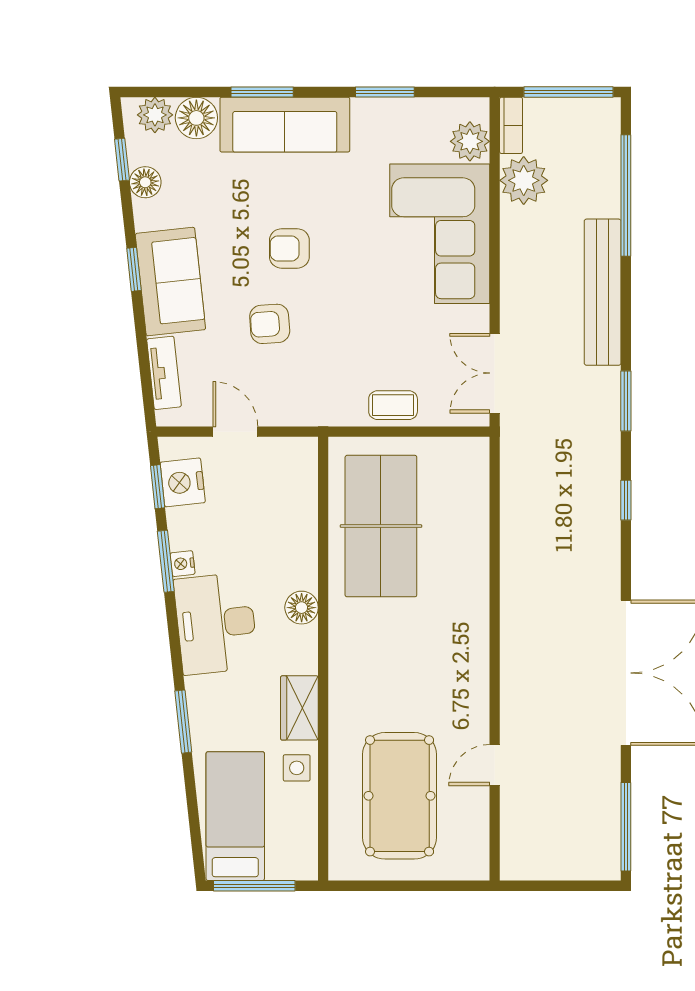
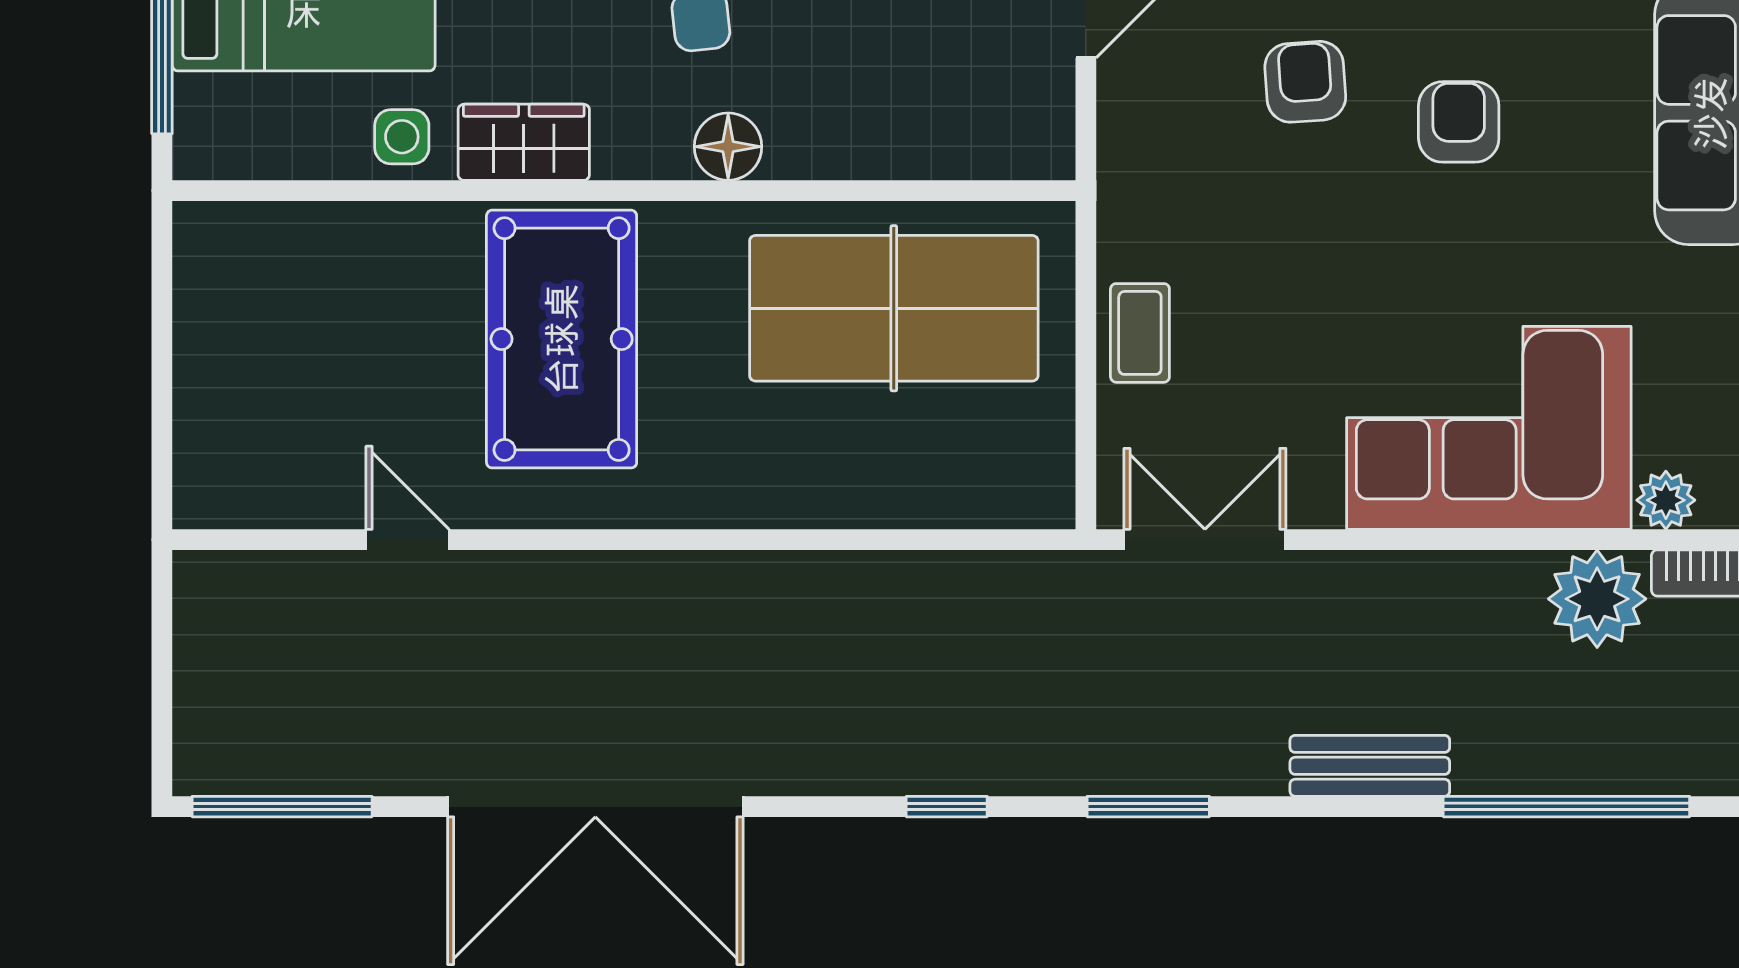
plant: (470, 141) -> (1666, 500), width x0.73, depth x0.73
bench: (603, 292) -> (1370, 766), width x0.54, depth x0.82
pool table: (400, 796) -> (562, 339), moved, turned 90

